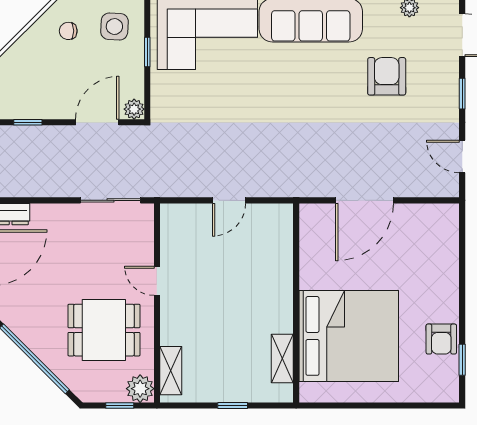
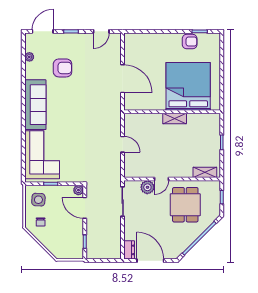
armchair: (387, 76) -> (63, 68), turned 180
shelving: (282, 359) -> (175, 118), moved
plant: (140, 389) -> (147, 187), moved

